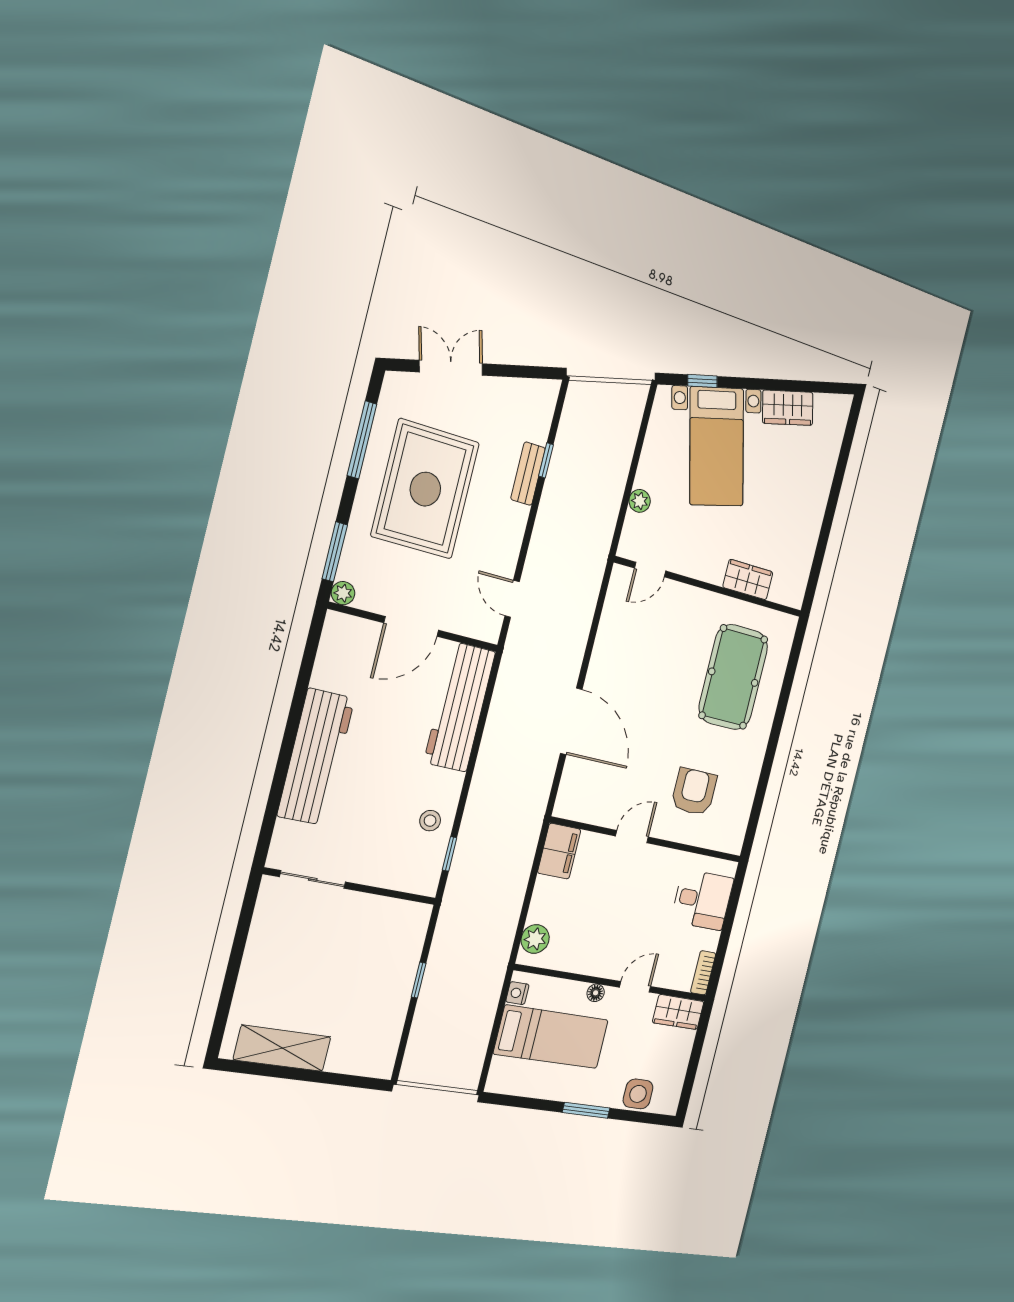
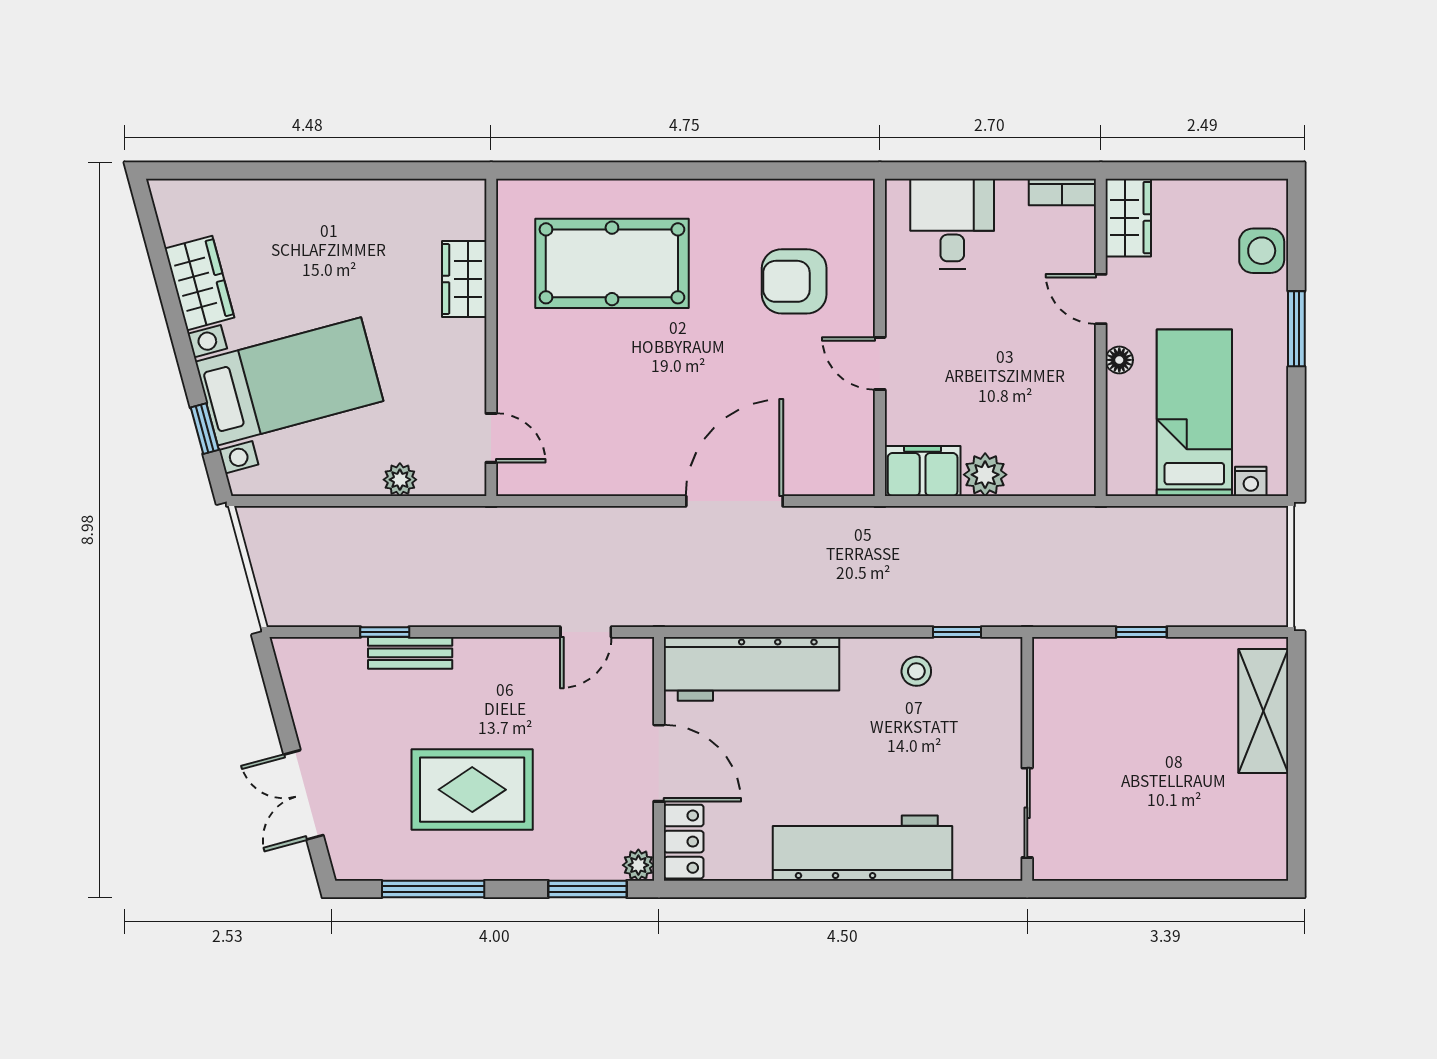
rug: (425, 489) -> (472, 790), width x0.73, depth x0.69
locker: (352, 630) -> (684, 842), added
plant: (535, 939) -> (985, 475), moved
nightstand: (517, 993) -> (1251, 481), moved
shelving: (282, 1048) -> (1263, 711), moved

